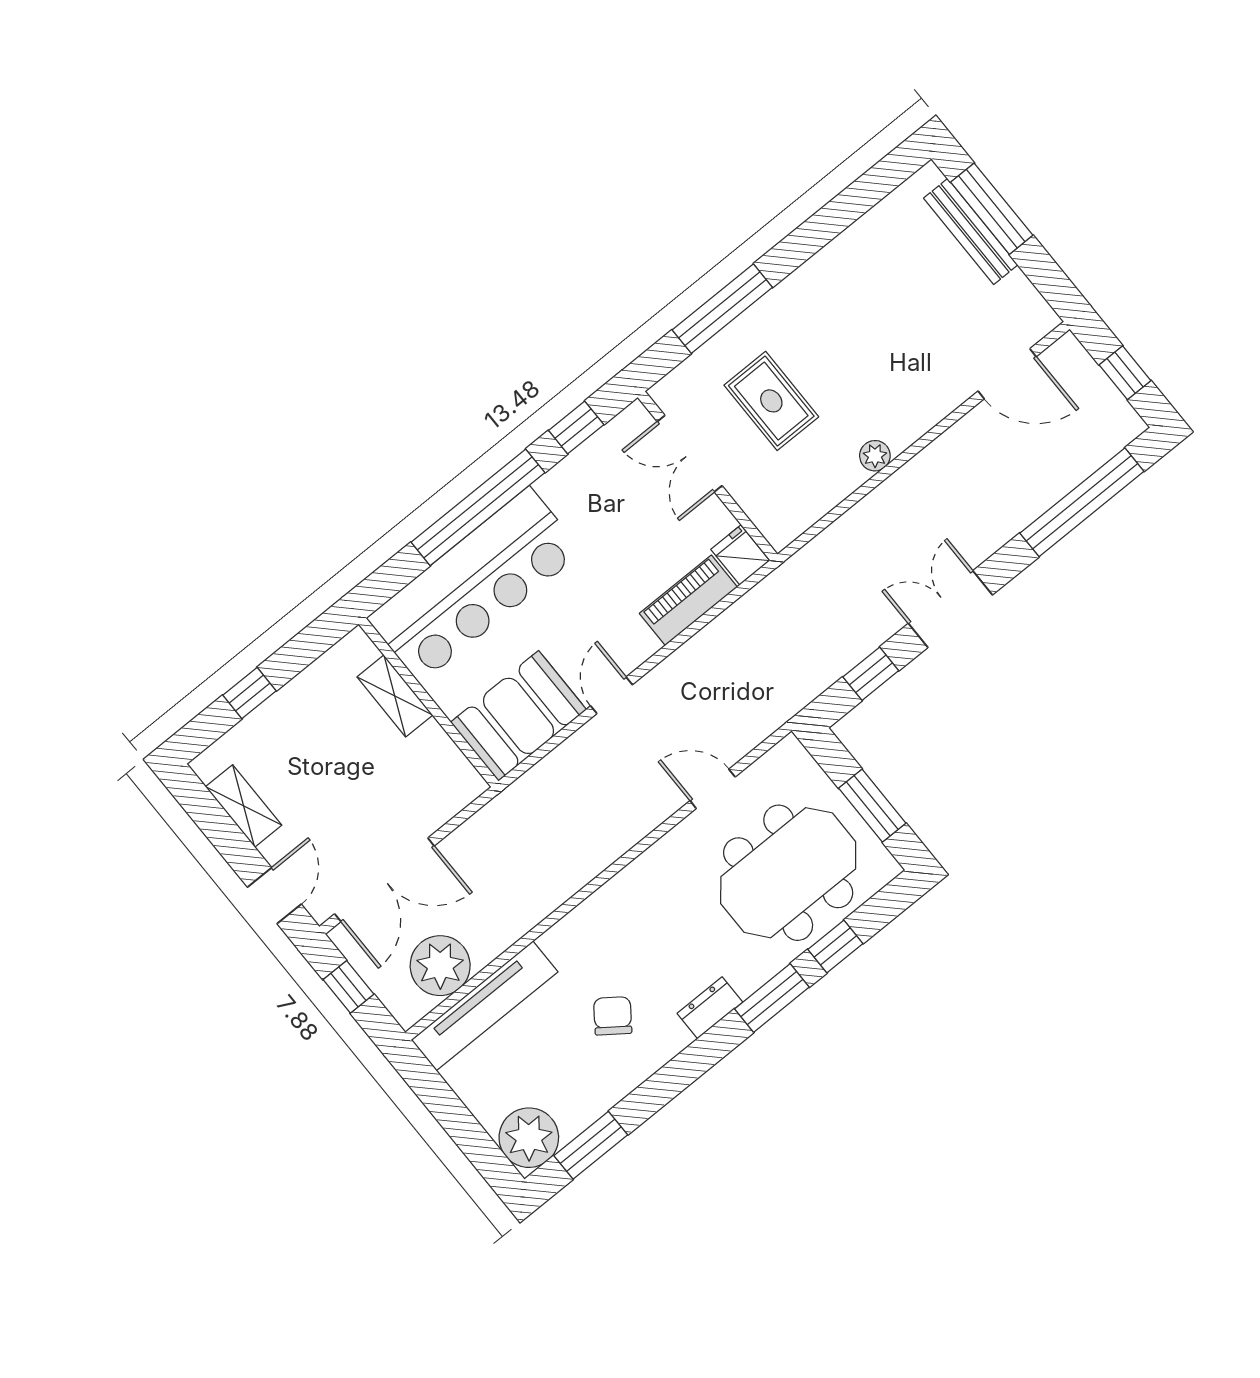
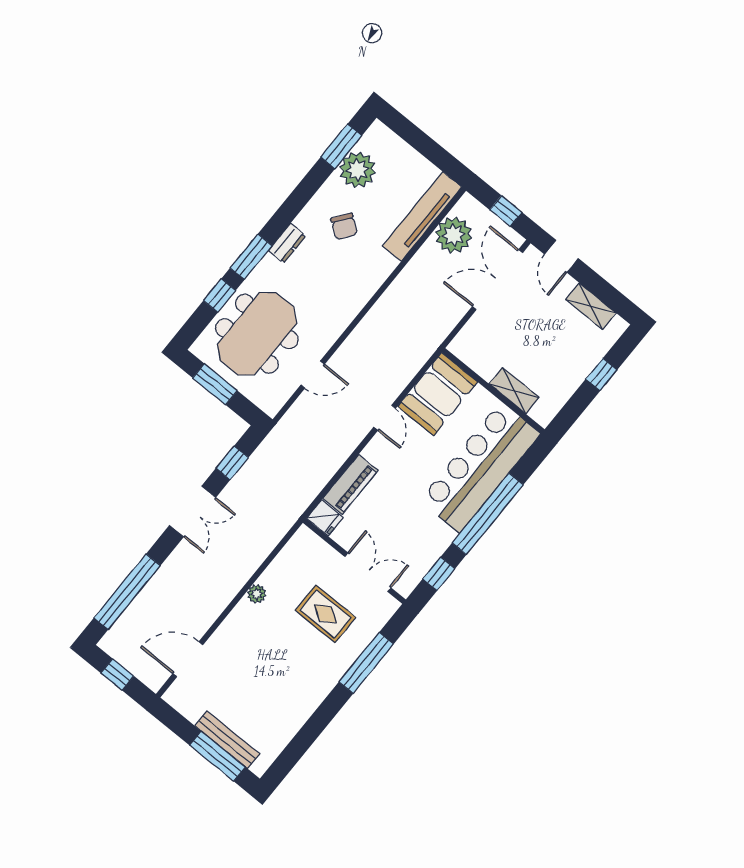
plant: (529, 1138) -> (357, 170), moved

